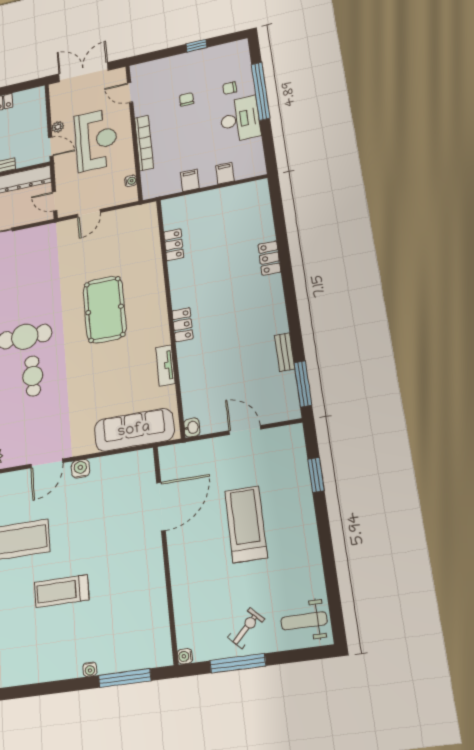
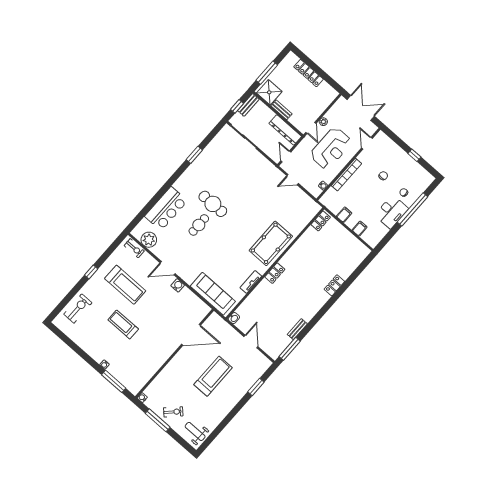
locker: (174, 245) -> (321, 221), moved
pool table: (105, 309) -> (271, 243), moved

